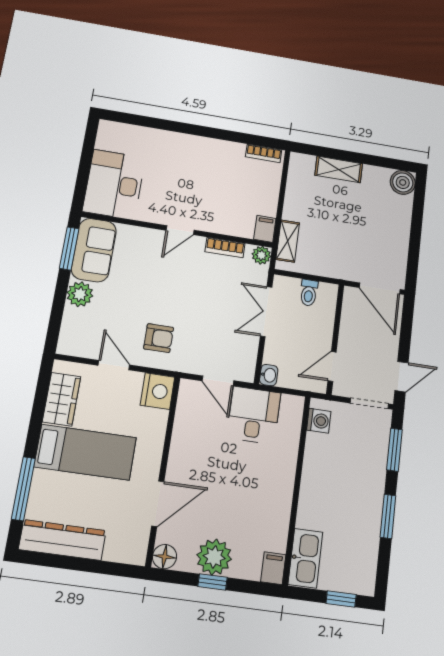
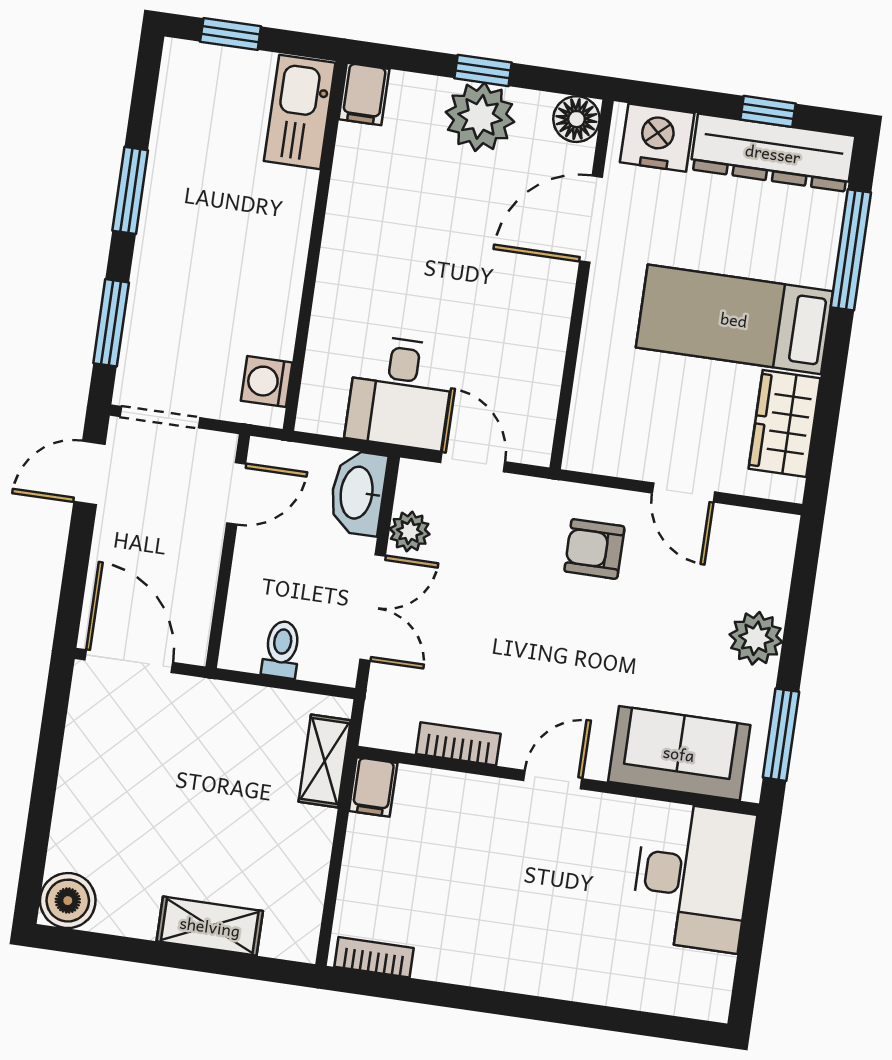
sofa: (94, 250) -> (679, 753), moved, turned 90
plant: (261, 255) -> (410, 531), moved
washbasin: (269, 375) -> (358, 493), width x1.91, depth x1.45
nightstand: (157, 391) -> (657, 138), moved, turned 90
window: (64, 562) -> (768, 111), added

